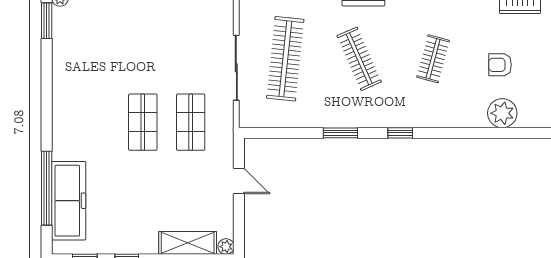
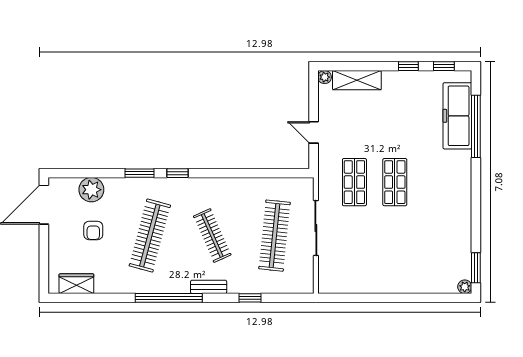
clothes rail: (433, 59) -> (150, 236), width x1.86, depth x1.31
armchair: (500, 65) -> (93, 230), turned 90
window: (340, 133) -> (140, 173), moved

